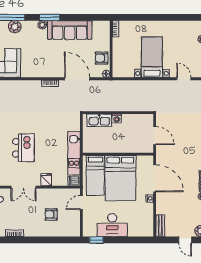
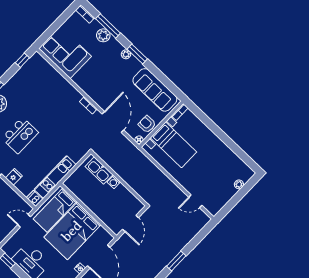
sofa: (70, 30) -> (155, 90), moved
bed with nightstands: (152, 57) -> (174, 145), moved, turned 90
door: (184, 79) -> (195, 201), swing flipped

